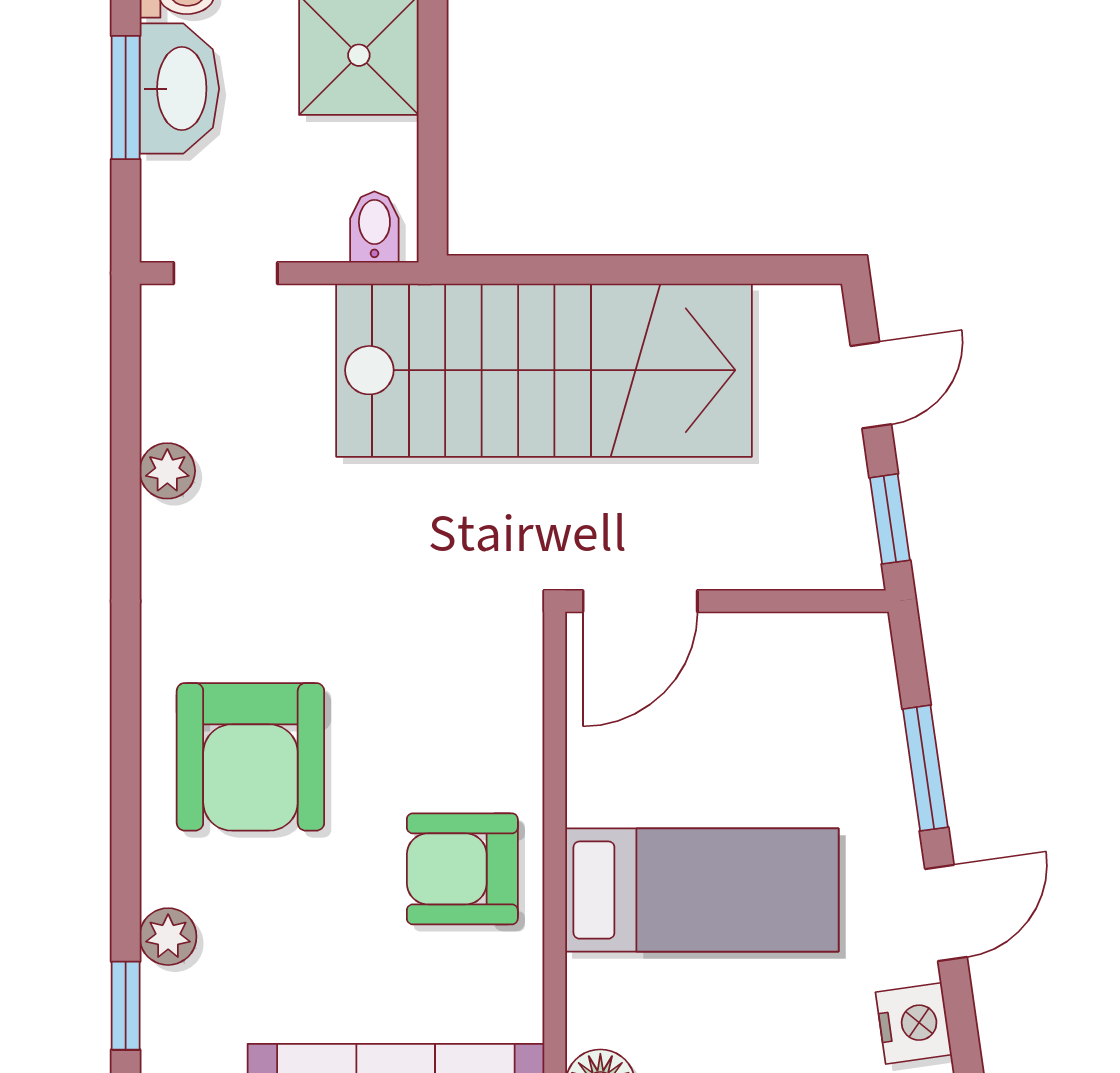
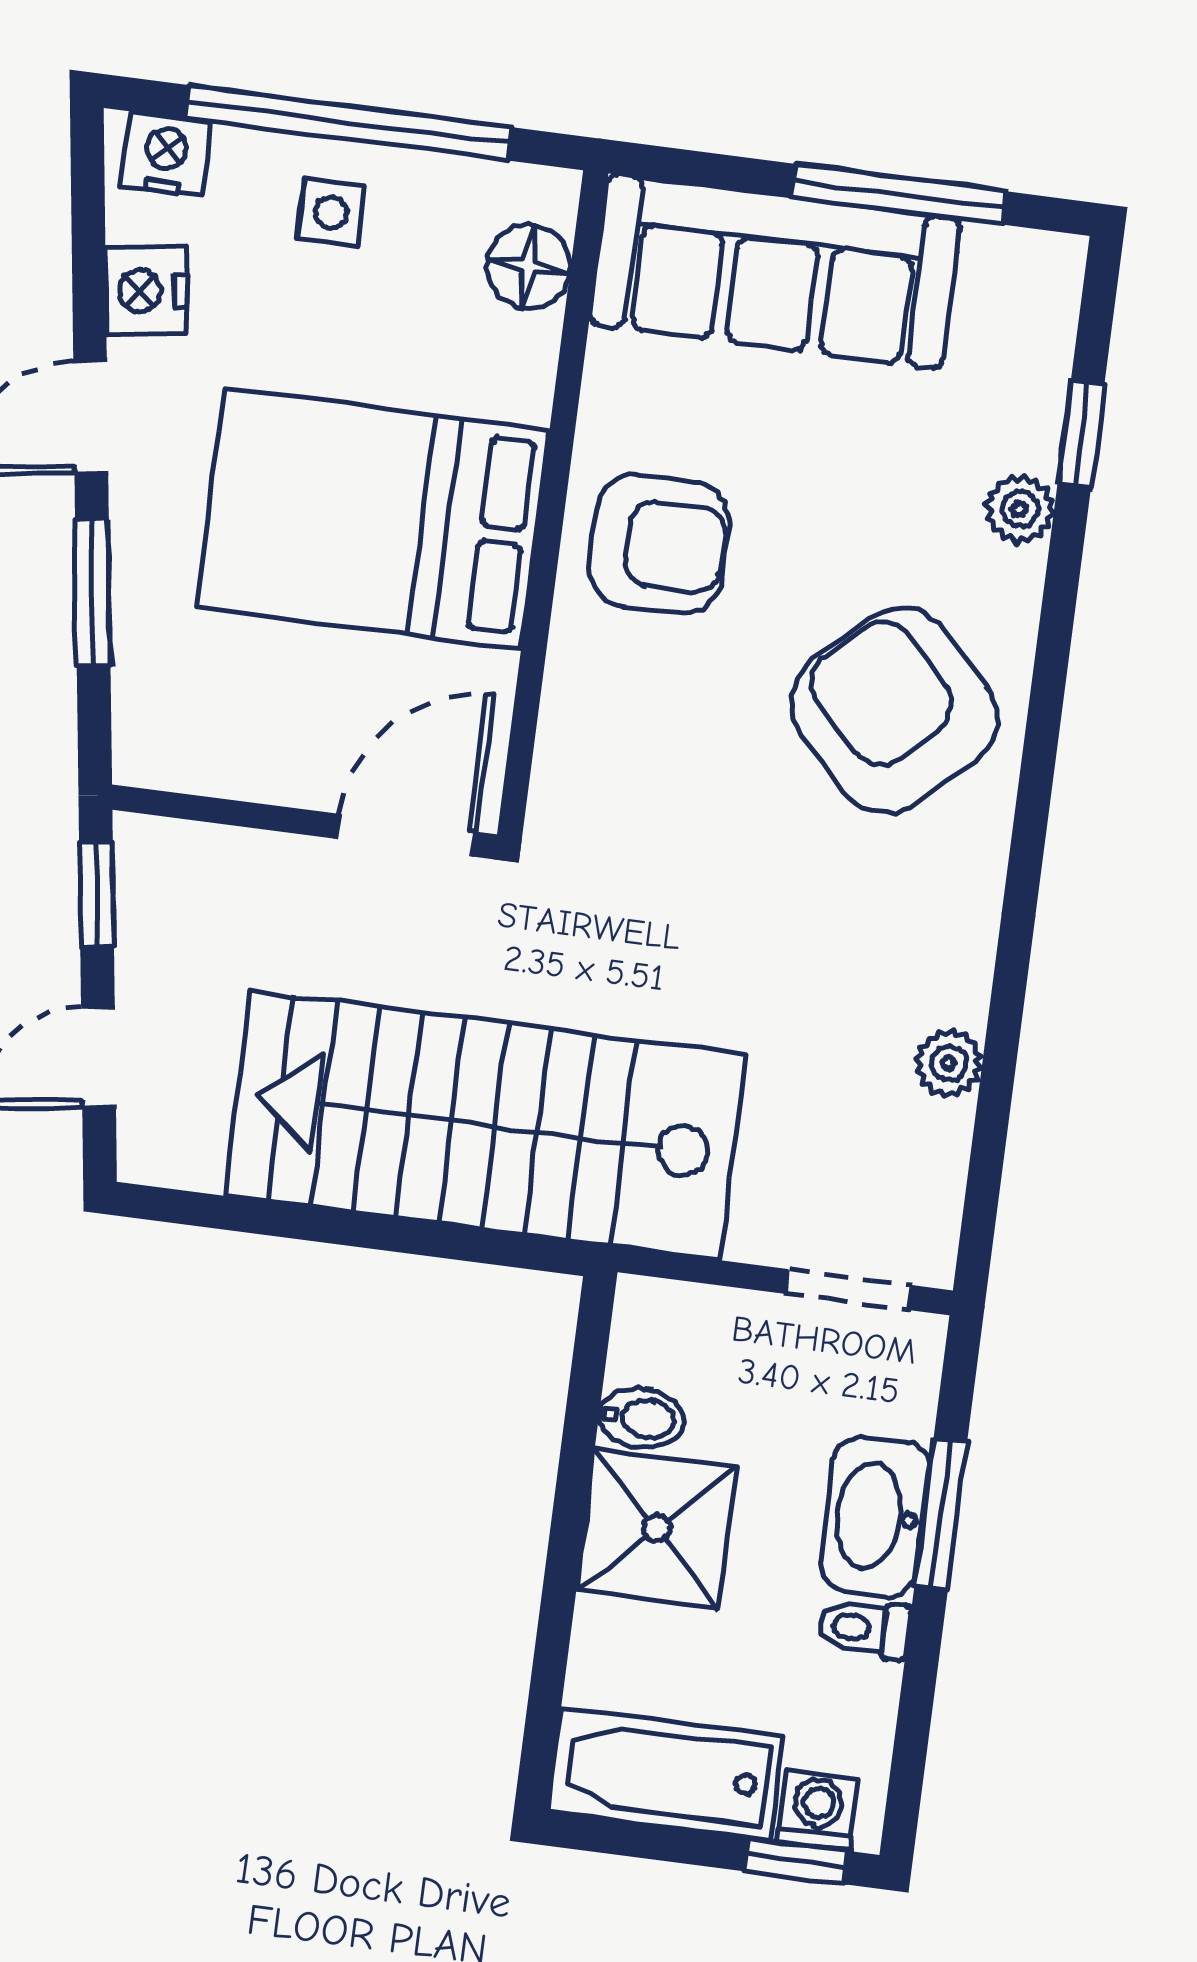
bidet: (374, 227) -> (642, 1418), moved, turned -90
armchair: (250, 757) -> (894, 710), turned -44
bed: (702, 890) -> (373, 519), width x1.50

